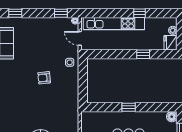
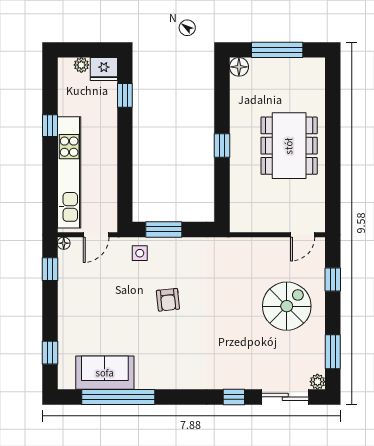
window: (143, 54) -> (125, 95), moved
window: (83, 75) -> (164, 229), added

